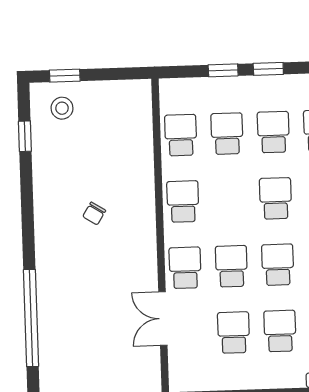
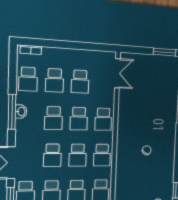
school desk: (229, 200) -> (78, 155), added
double door: (163, 319) -> (117, 73), moved

